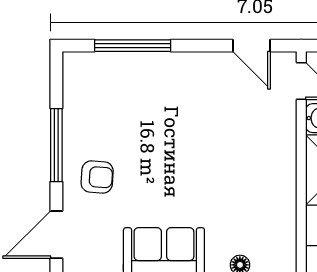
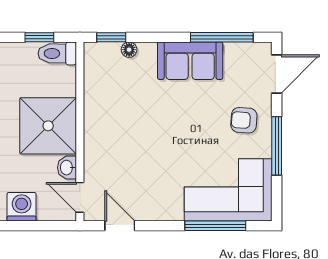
corner sofa: (117, 90) -> (228, 190), added

